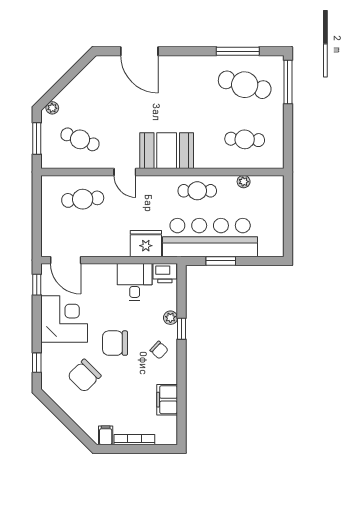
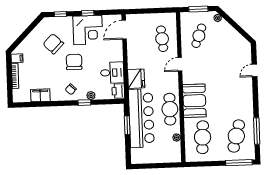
door: (139, 51) -> (254, 70), width x0.53
cafe table: (245, 139) -> (203, 137), width x1.37, depth x1.35
booth: (167, 151) -> (194, 101), moved
cafe table: (197, 191) -> (170, 109), width x1.37, depth x1.35
window: (37, 285) -> (88, 13), moved

